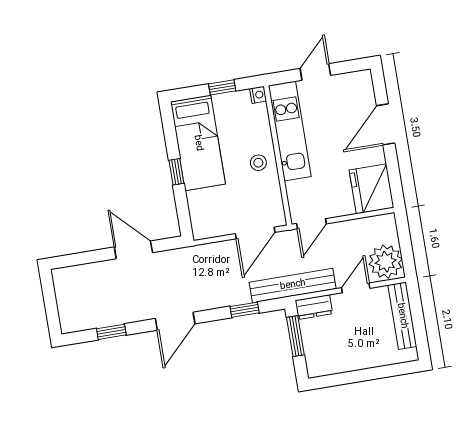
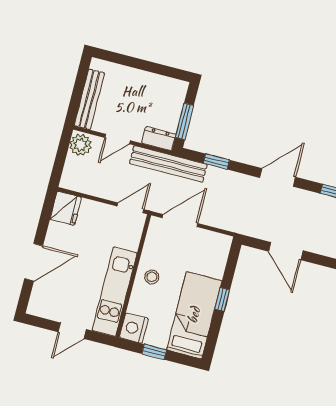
nightstand: (258, 95) -> (134, 328), width x1.89, depth x1.79
fridge: (371, 189) -> (66, 208), width x0.73, depth x0.75
plant: (386, 262) -> (81, 145), width x0.73, depth x0.73

